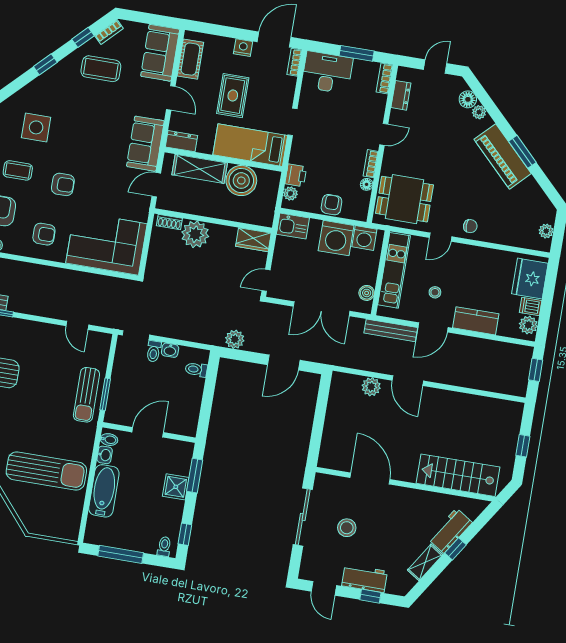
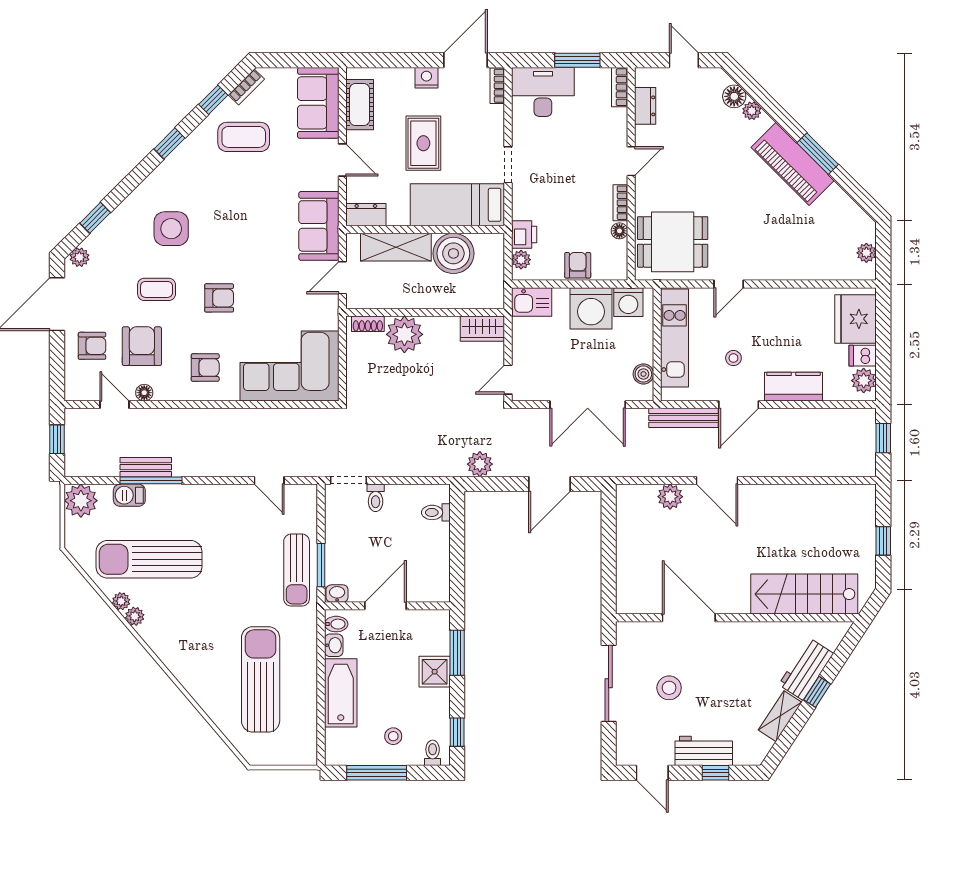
door: (435, 66) -> (684, 60), hinge flipped
chair: (470, 226) -> (765, 263), removed
washbasin: (170, 350) -> (337, 594), moved, turned 180
sun lounger: (46, 471) -> (261, 679), turned -90
stool: (137, 529) -> (393, 736), added

